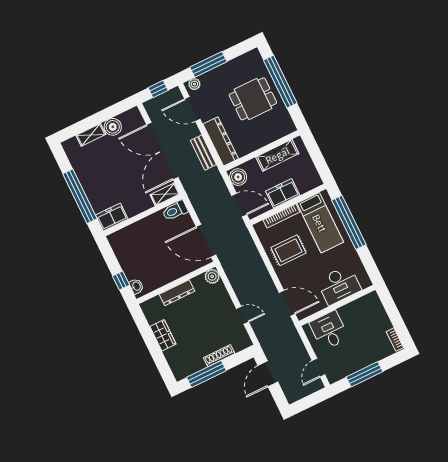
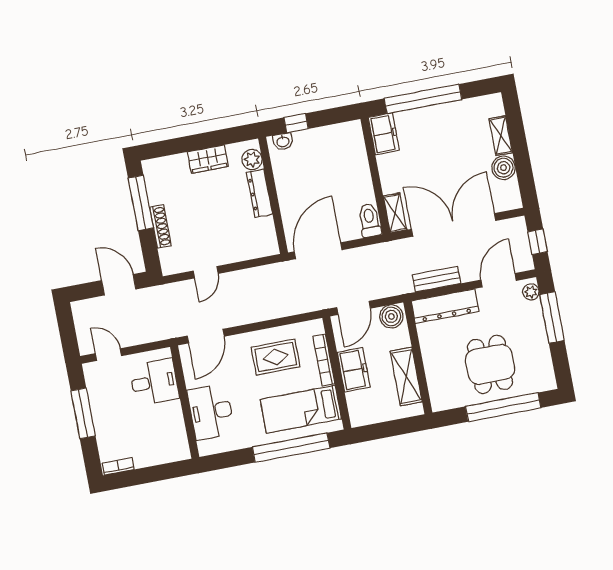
rug: (289, 250) -> (276, 357), turned 90
plant: (212, 276) -> (252, 160), moved

